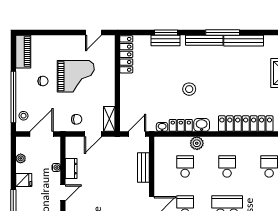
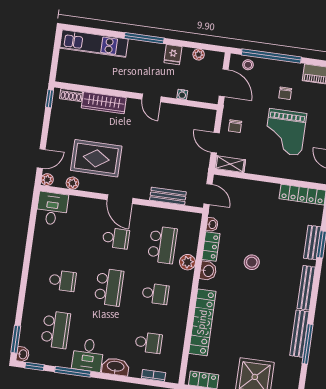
window: (223, 33) -> (307, 344), moved
school desk: (185, 166) -> (162, 245), width x1.85
dresser: (71, 169) -> (179, 112), removed

